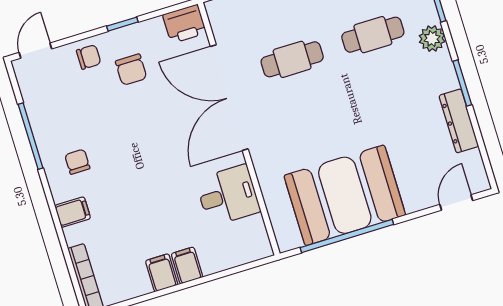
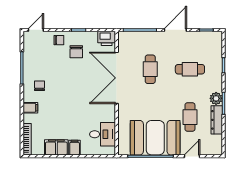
plant: (432, 39) -> (216, 98), moved
cafe table: (292, 59) -> (150, 69), turned 90
cafe table: (403, 132) -> (190, 117), added
desk: (228, 195) -> (103, 134), moved
door: (456, 203) -> (192, 156), moved
filing cabinet: (162, 273) -> (56, 147), width x2.00

